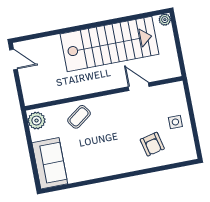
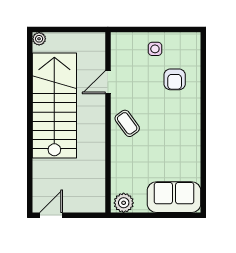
coffee table: (79, 117) -> (127, 123), moved
armchair: (152, 144) -> (175, 79), turned 103

